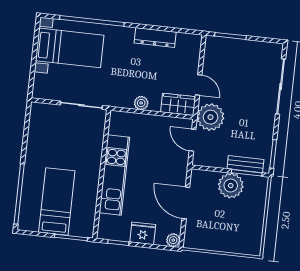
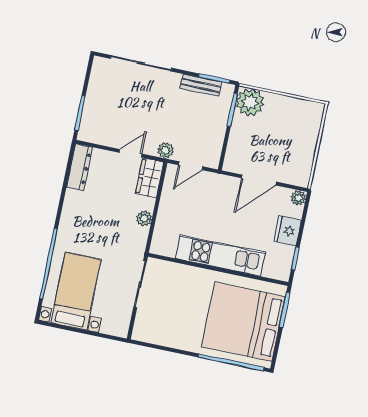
dresser: (155, 37) -> (79, 167), moved
plant: (210, 117) -> (166, 150), width x0.53, depth x0.53
bench: (245, 164) -> (201, 85), moved, turned 90
plant: (231, 186) -> (250, 102), moved
bed: (57, 202) -> (243, 322), width x2.04

